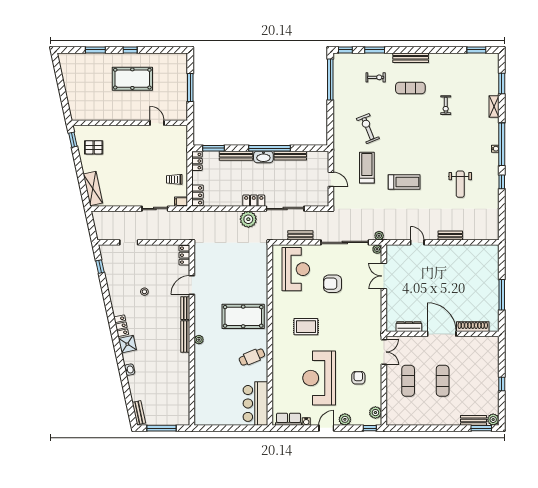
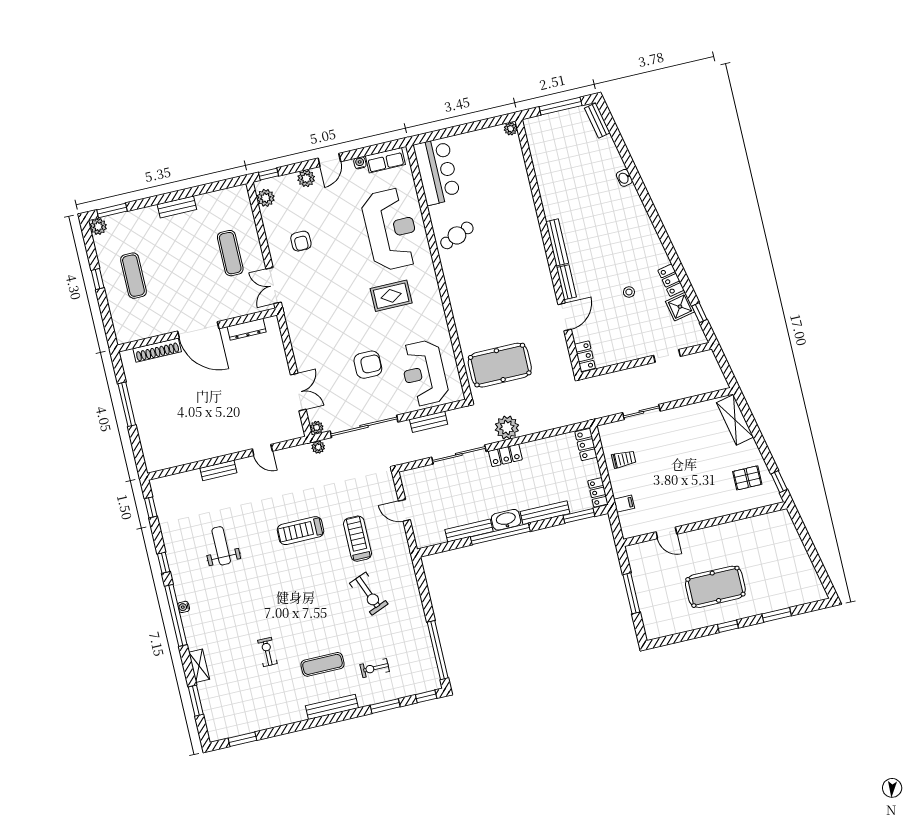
treadmill: (367, 168) -> (358, 539), turned 180
filing cabinet: (181, 202) -> (624, 504), moved
window: (502, 221) -> (151, 507), added
pool table: (243, 316) -> (500, 365), moved
locker: (121, 326) -> (671, 280), moved
plant: (199, 340) -> (511, 129), moved
shower: (127, 344) -> (680, 307), moved
reception desk: (319, 378) -> (391, 229), moved
exercise mat: (443, 381) -> (133, 276), moved
bench: (473, 420) -> (177, 207), moved

